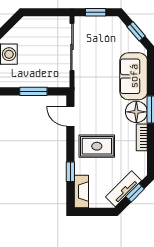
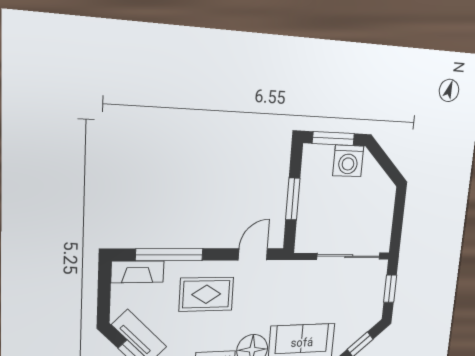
rug: (97, 146) -> (206, 294), turned 90
window: (70, 172) -> (169, 255), width x2.17

